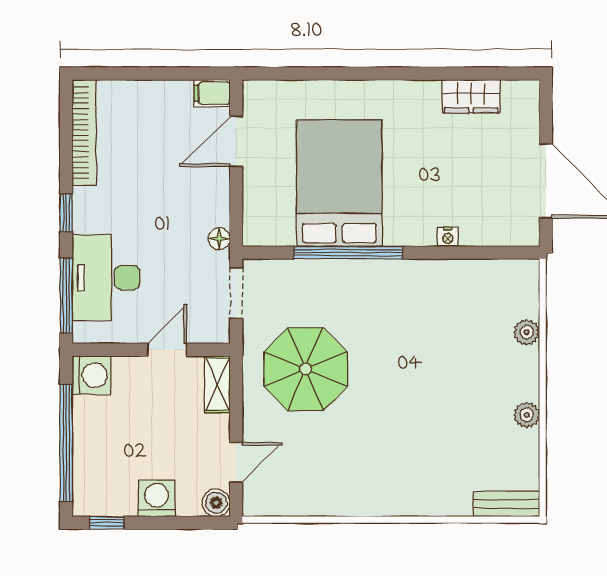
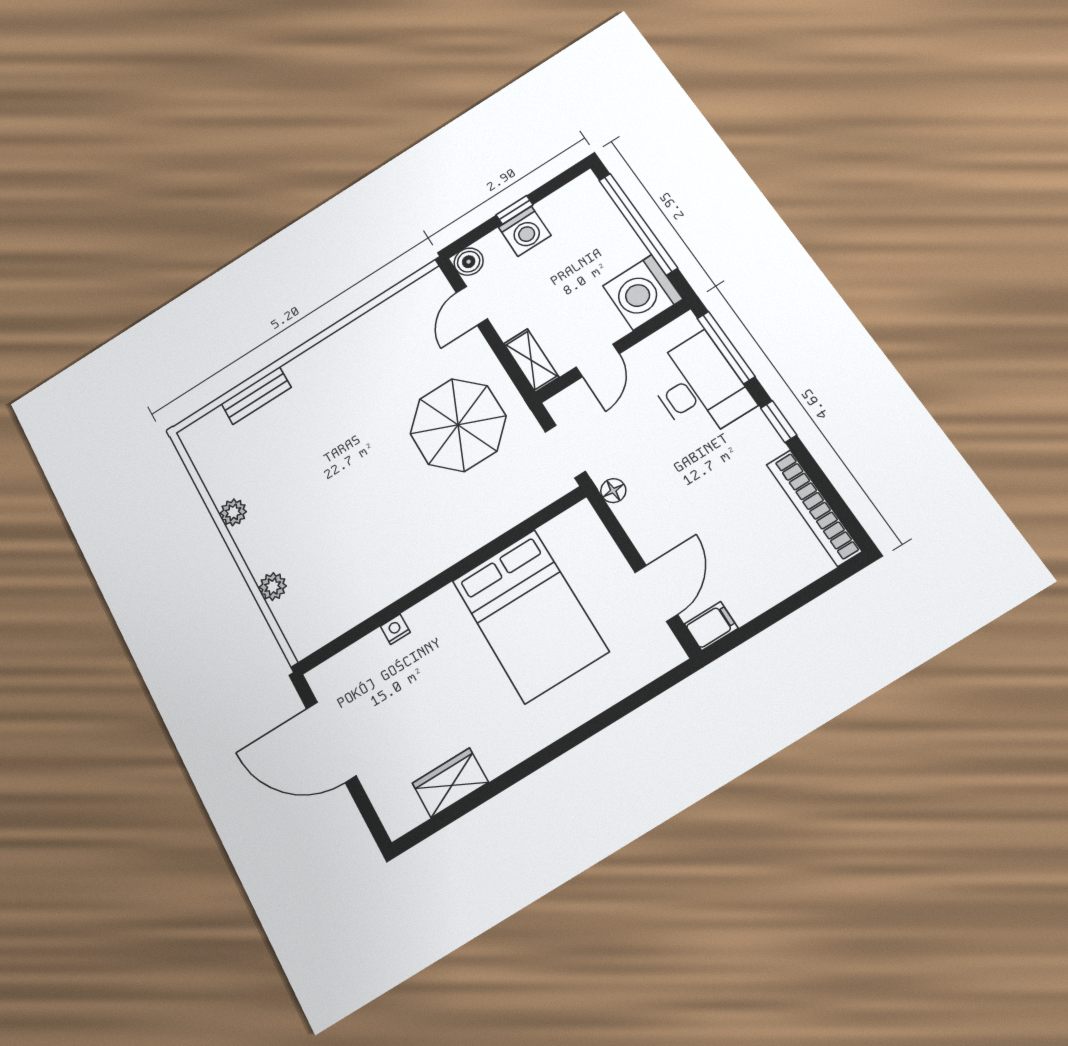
window: (348, 253) -> (482, 555), removed
washing machine: (92, 375) -> (643, 292), width x1.37, depth x1.37
bench: (506, 504) -> (256, 396), moved
window: (107, 523) -> (515, 210), moved

